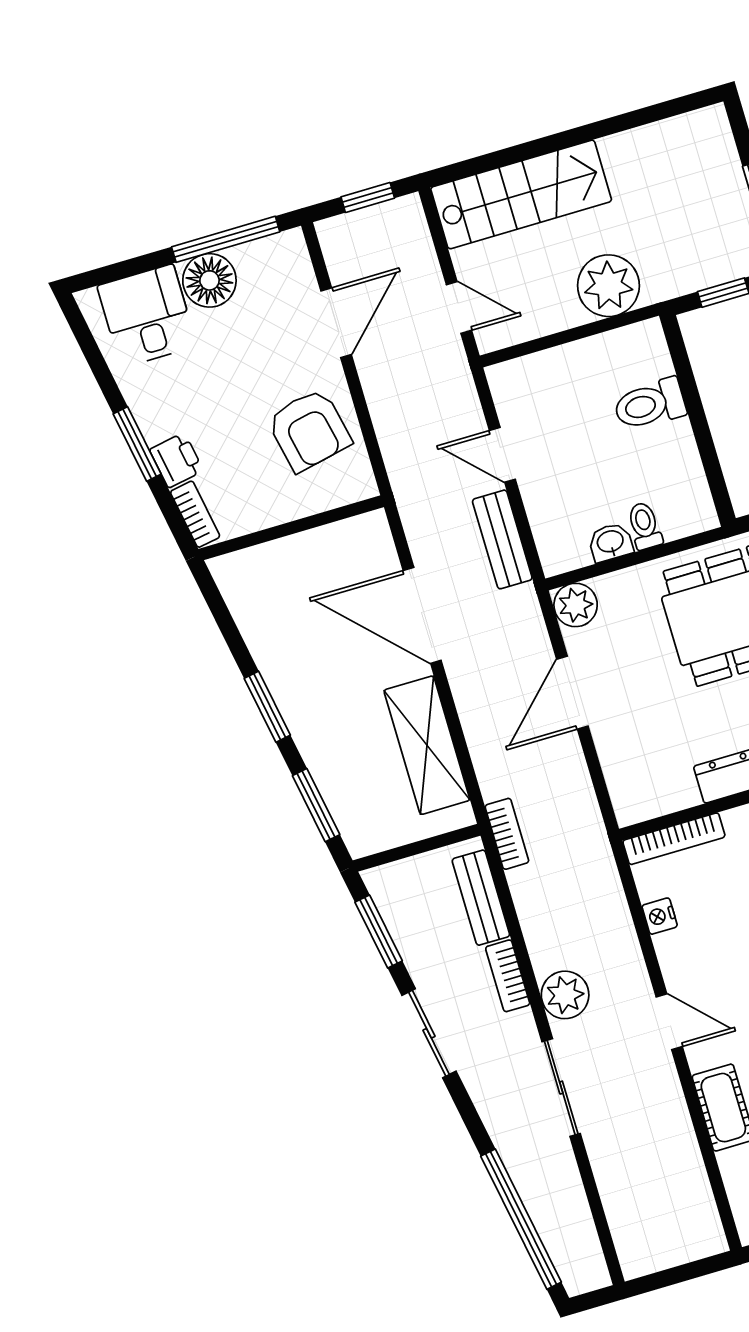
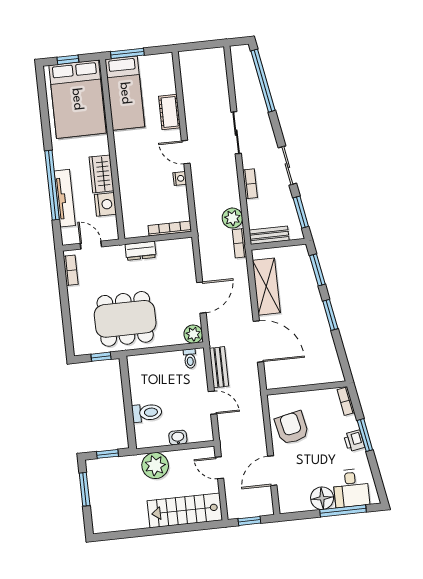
window: (226, 239) -> (343, 511), moved
printer: (176, 460) -> (354, 441), moved
toilet: (645, 526) -> (190, 359), moved
washbasin: (610, 542) -> (178, 438), moved, turned 180
bench: (481, 898) -> (269, 235), moved, turned 90
nightstand: (660, 916) -> (180, 178), moved
plant: (565, 995) -> (232, 218), moved

